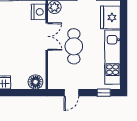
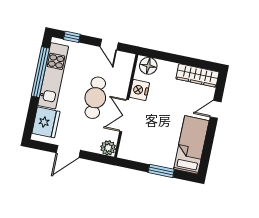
nightstand: (39, 12) -> (139, 90), moved
window: (124, 58) -> (40, 72), added
door: (71, 93) -> (109, 45), swing flipped

